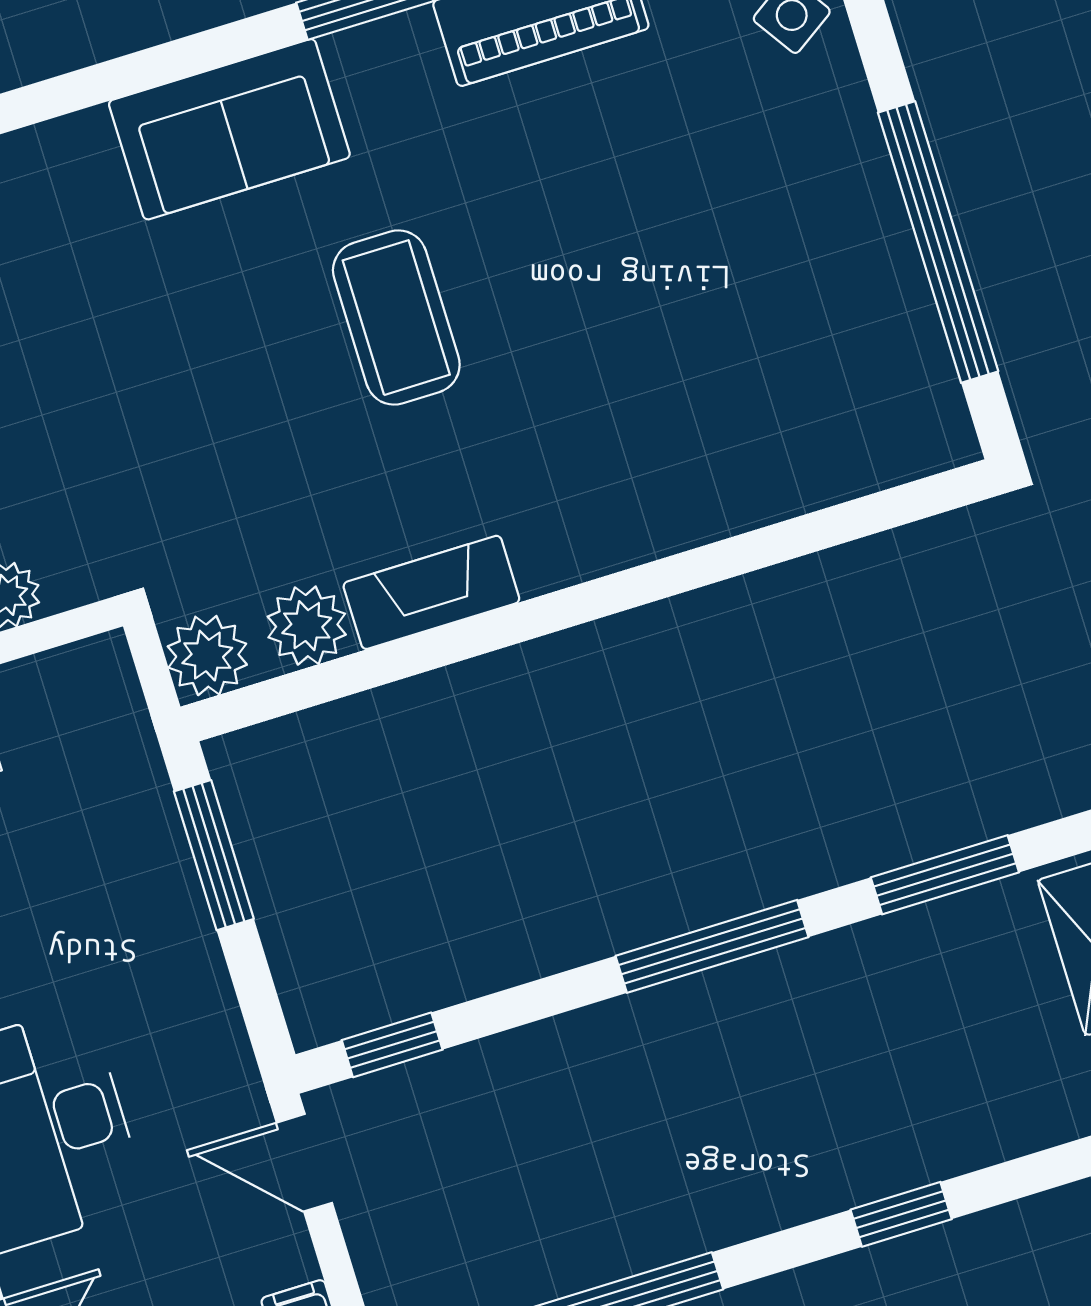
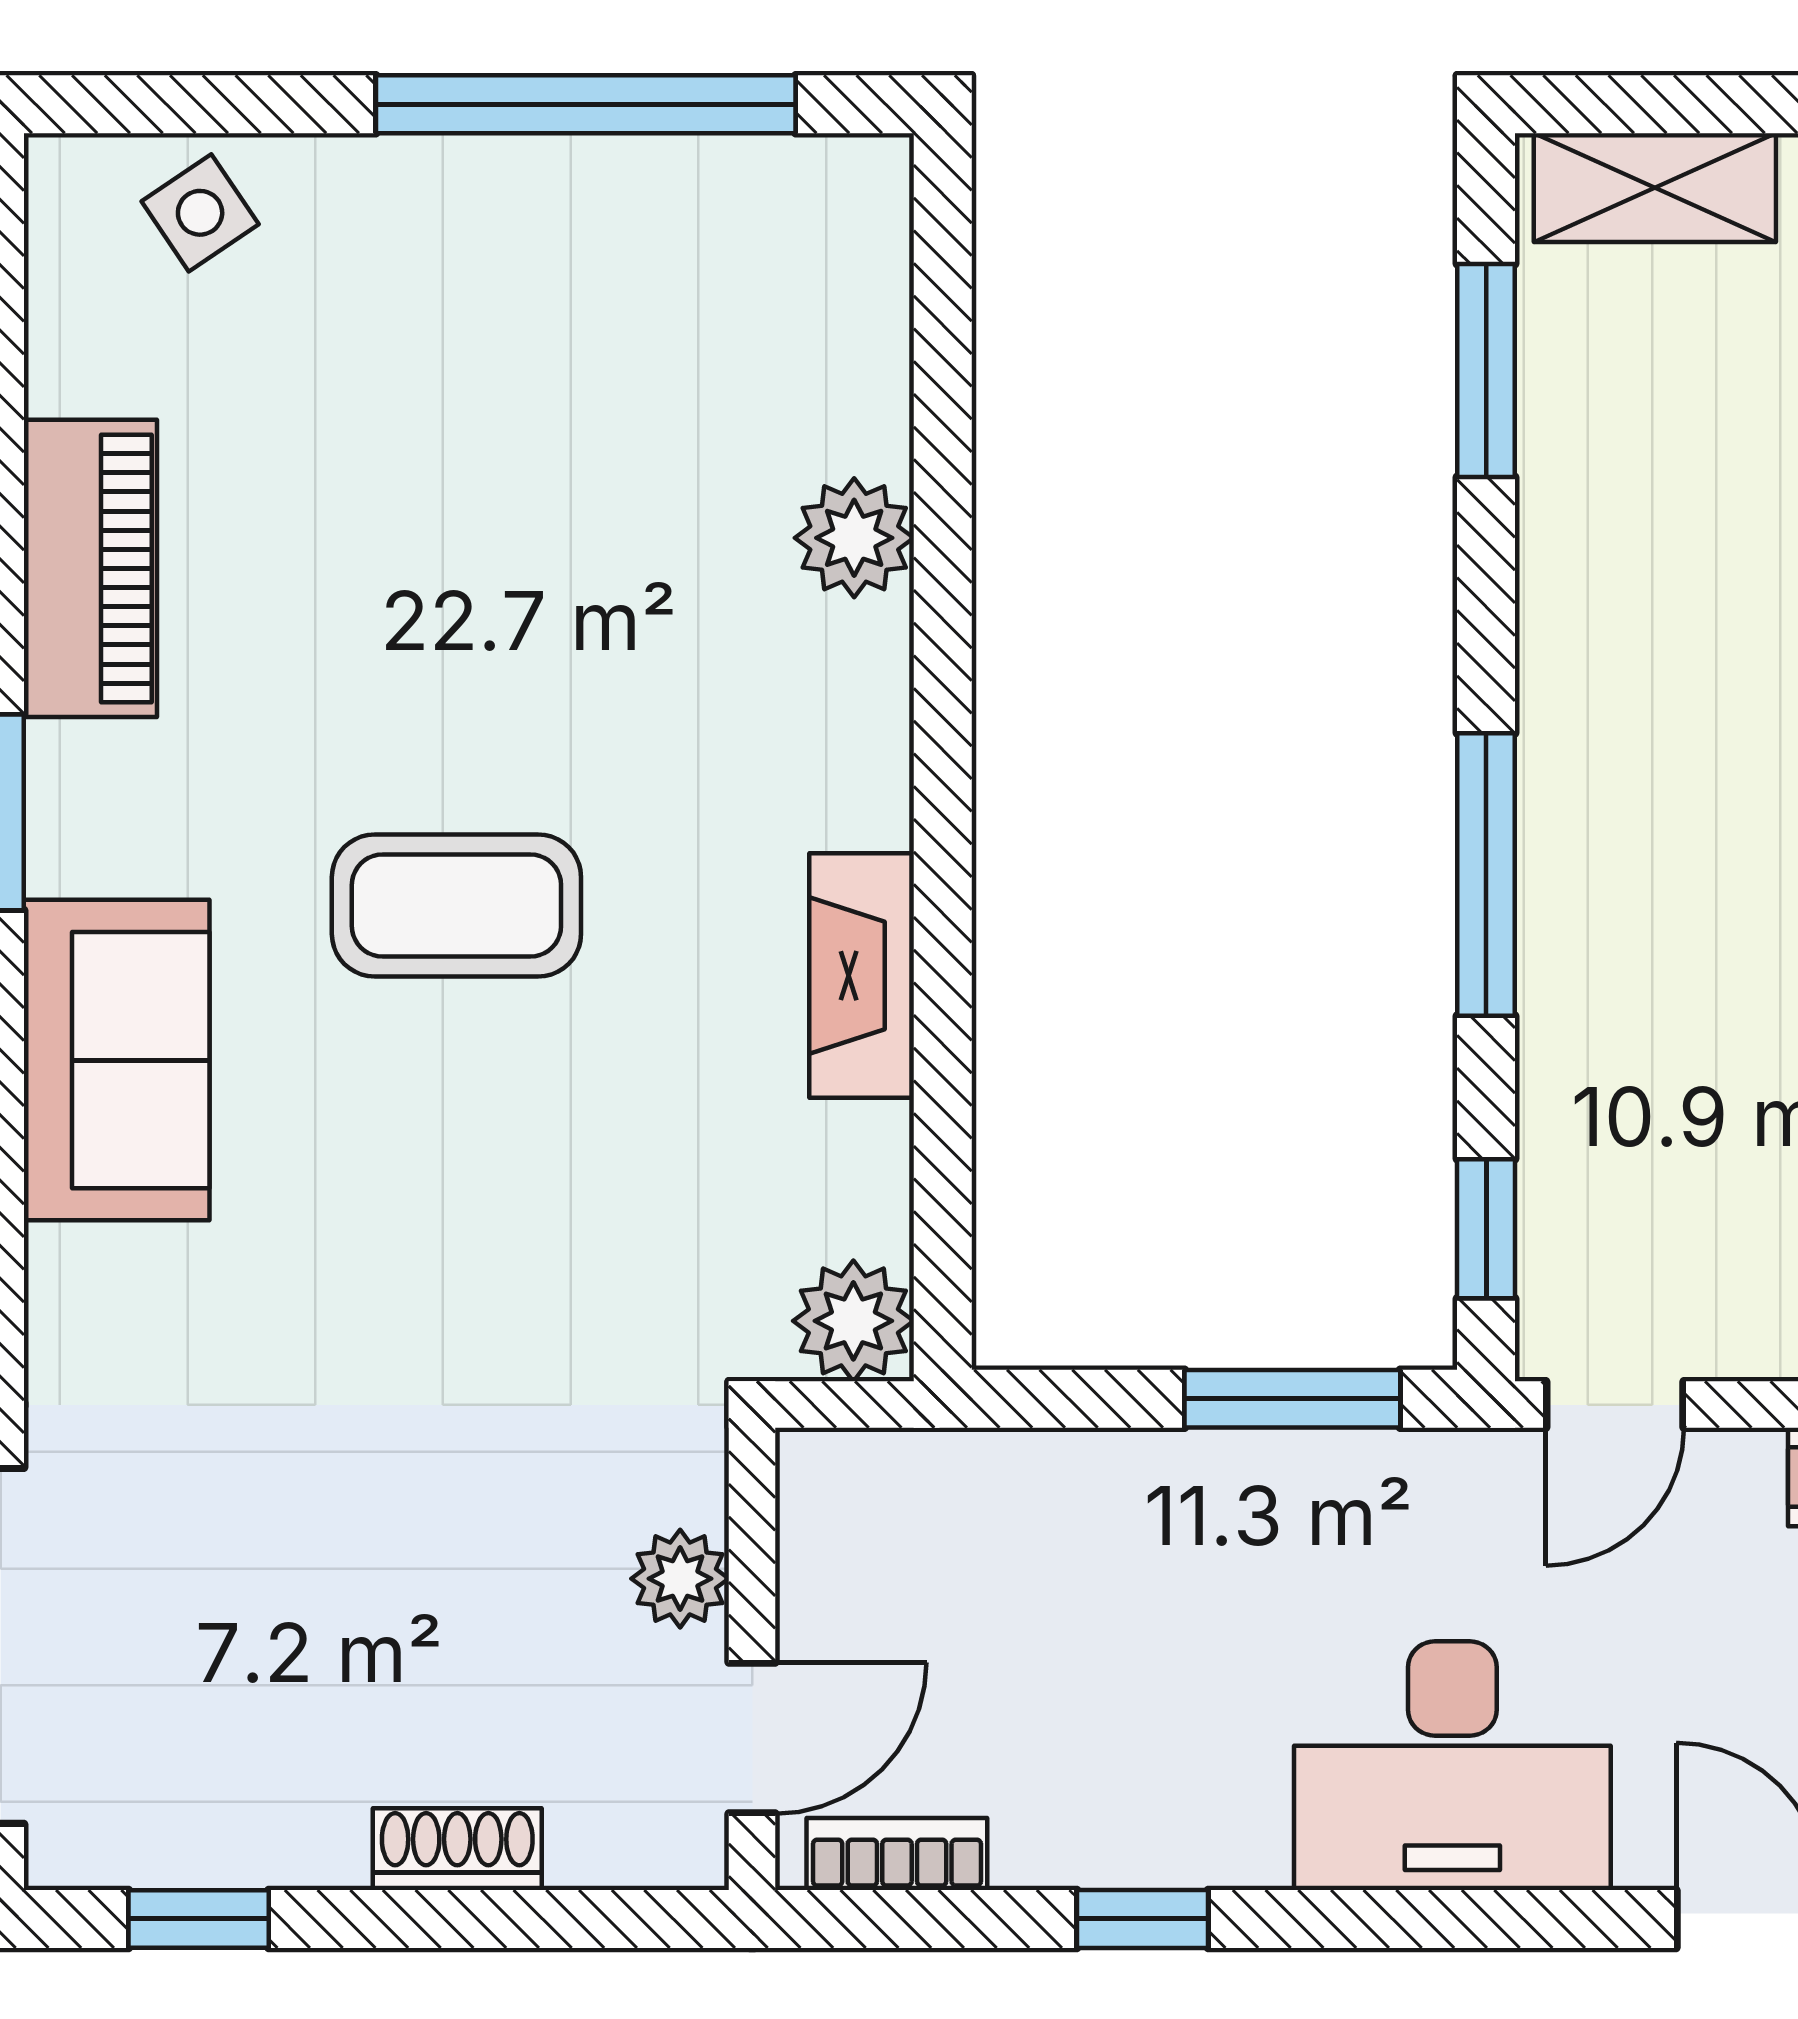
plant: (307, 626) -> (854, 538), moved
window: (214, 855) -> (1292, 1399), moved
window: (712, 946) -> (1486, 875), moved

